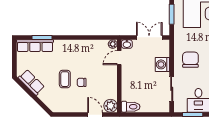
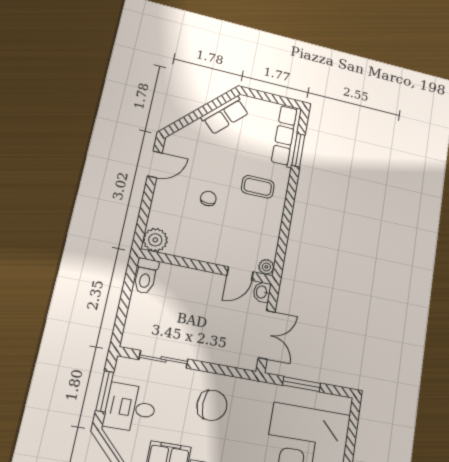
door: (119, 58) -> (240, 274), swing flipped
washing machine: (162, 64) -> (213, 350), removed
coffee table: (65, 79) -> (258, 187), moved
door: (95, 115) -> (155, 164), moved

